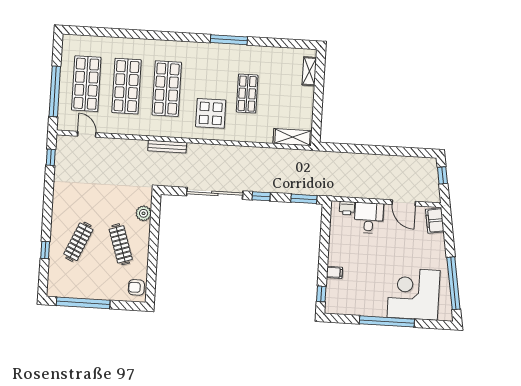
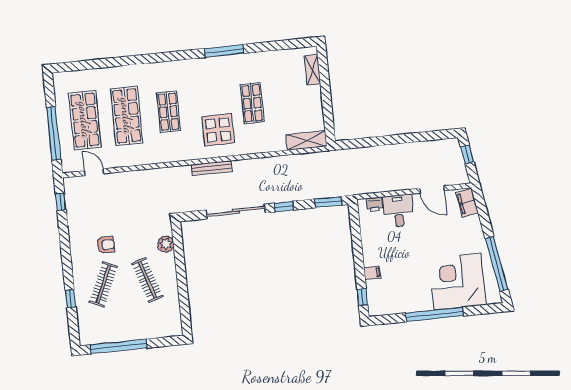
shop shelf: (167, 89) -> (169, 112), width x0.70, depth x0.74
bench: (167, 147) -> (212, 168), moved
armchair: (136, 287) -> (106, 245), moved, turned 180

